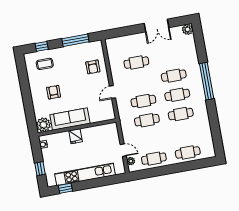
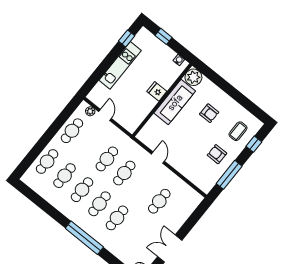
armchair: (93, 67) -> (217, 154), moved
cafe table: (184, 133) -> (65, 176), added
door: (123, 150) -> (105, 115), swing flipped
kitchen unit: (85, 174) -> (120, 65), width x0.73

